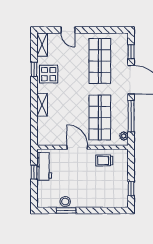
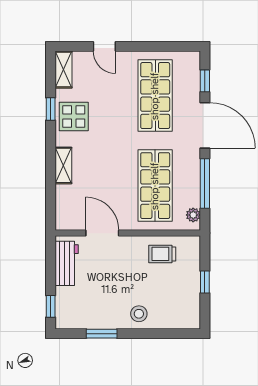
door: (77, 147) -> (102, 233), moved
window: (34, 172) -> (51, 306), moved
window: (131, 189) -> (205, 282), moved
stool: (65, 202) -> (139, 314), moved

